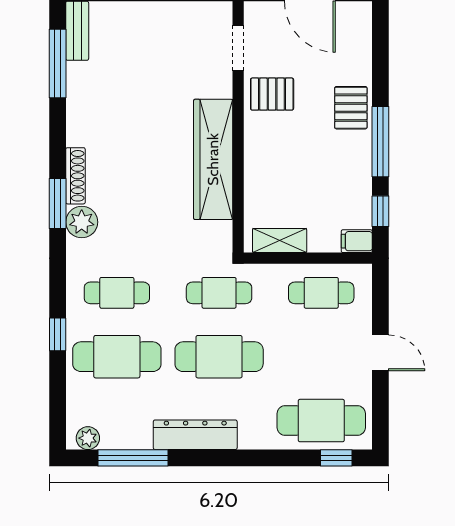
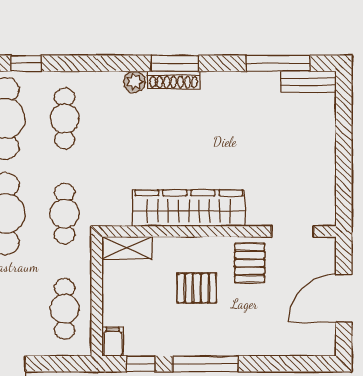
pallet: (351, 108) -> (197, 288), moved
window: (58, 204) -> (175, 63), moved
plant: (82, 222) -> (135, 82), width x0.73, depth x0.73
shelving: (280, 241) -> (127, 248), moved, turned 90

